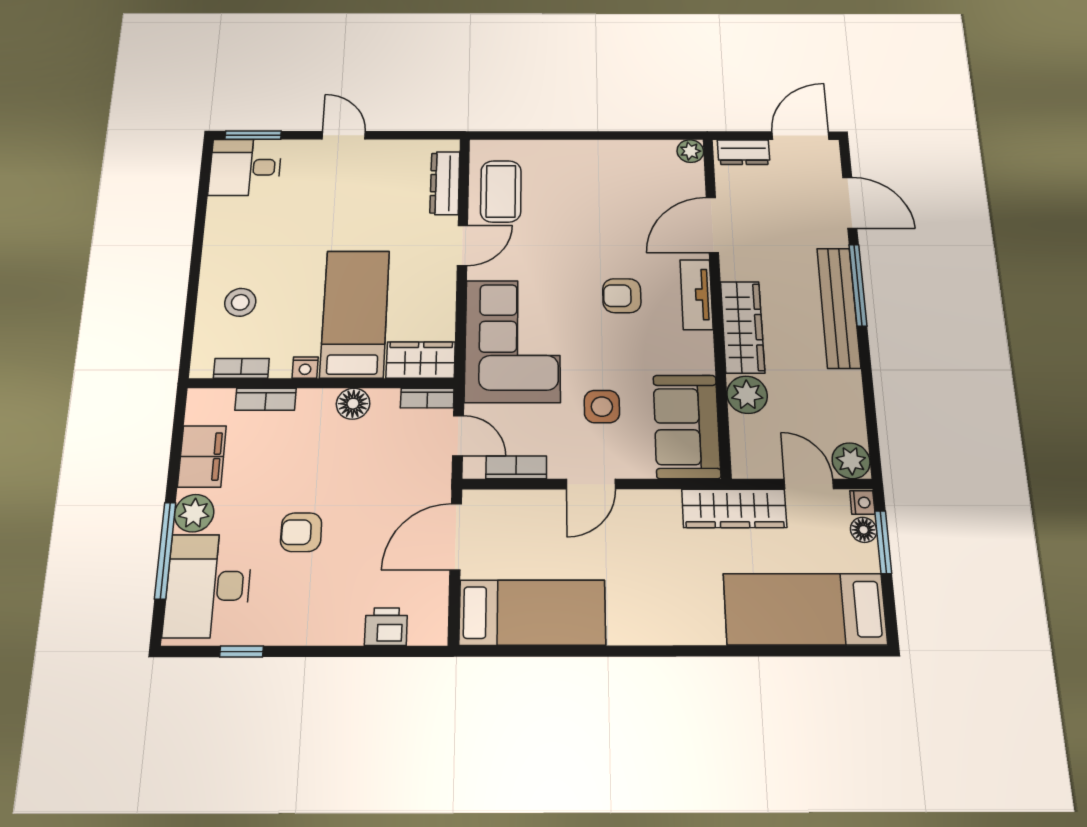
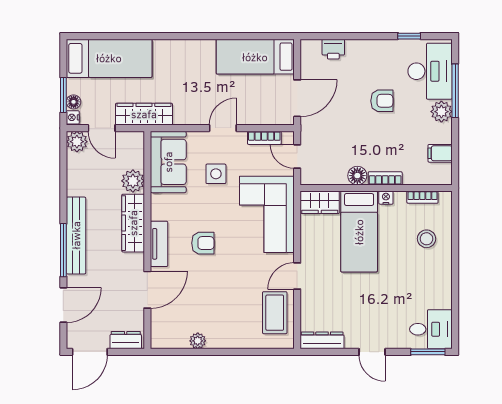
plant: (690, 151) -> (198, 341), moved
dresser: (445, 183) -> (322, 340), moved, turned -90
door: (850, 203) -> (63, 305), swing flipped
bookcase: (427, 398) -> (315, 179), removed
bookcase: (266, 399) -> (385, 178), moved
filing cabinet: (202, 456) -> (440, 153), width x0.50

